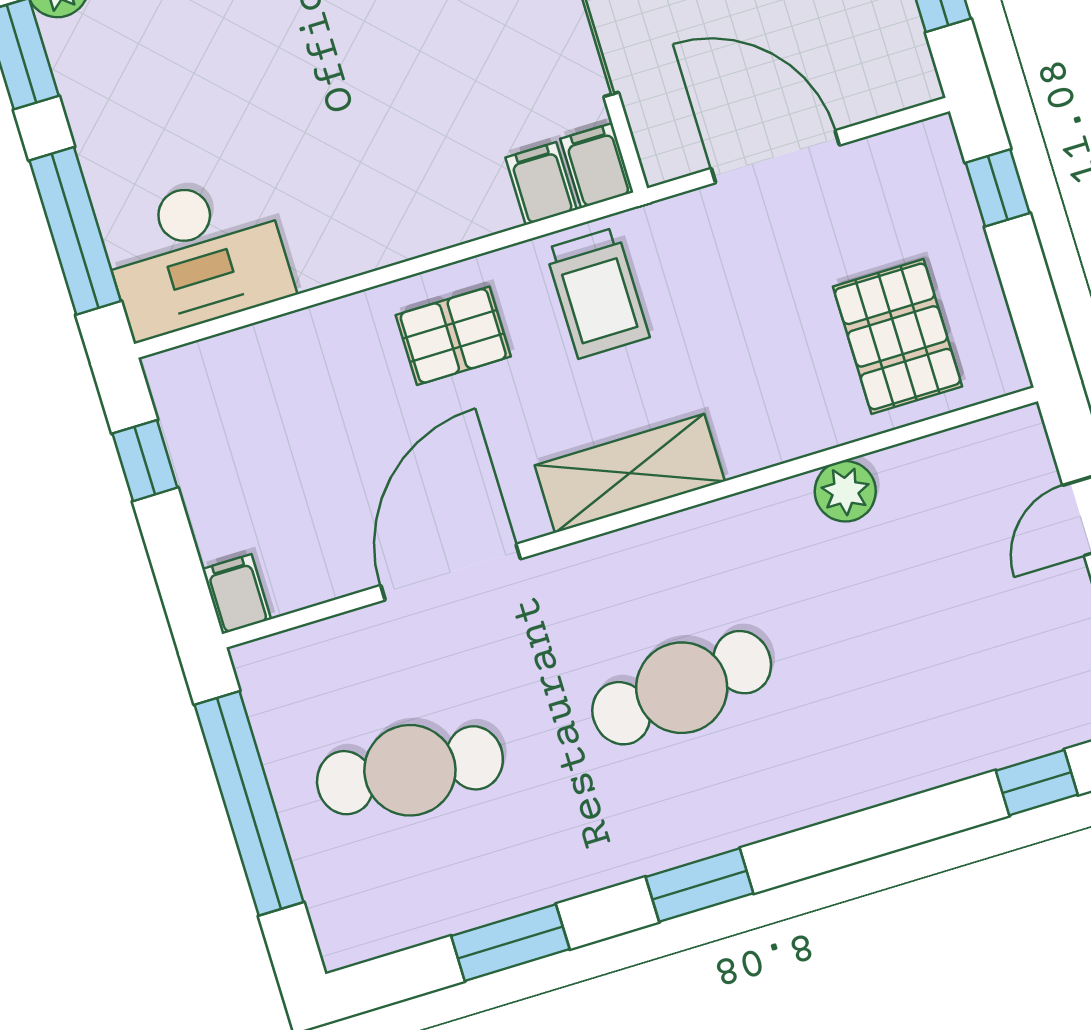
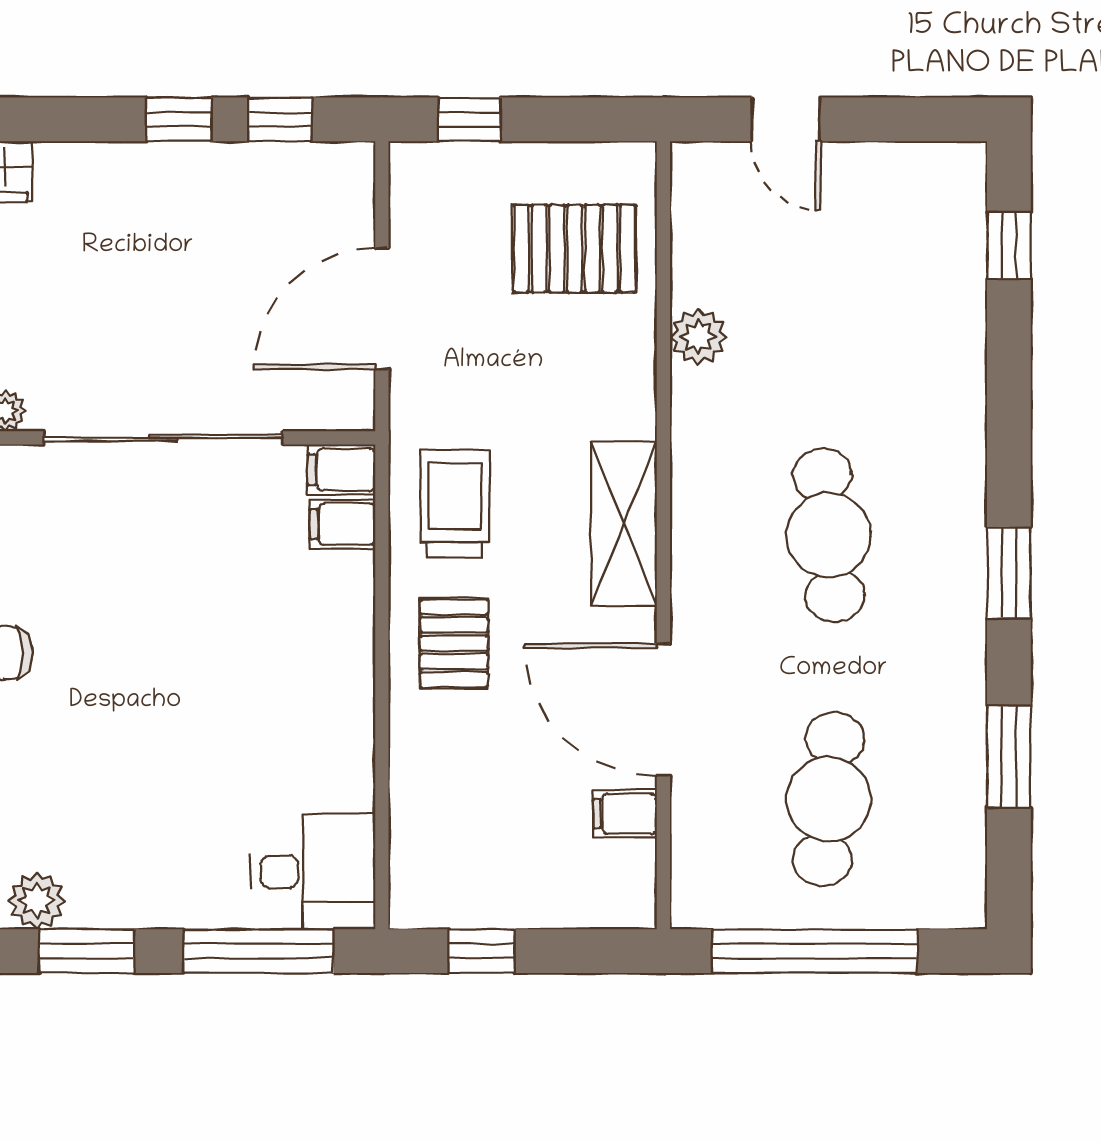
desk: (196, 255) -> (313, 872), width x0.73
trolley: (597, 293) -> (455, 504), turned -90
filing cabinet: (237, 594) -> (625, 814), moved

